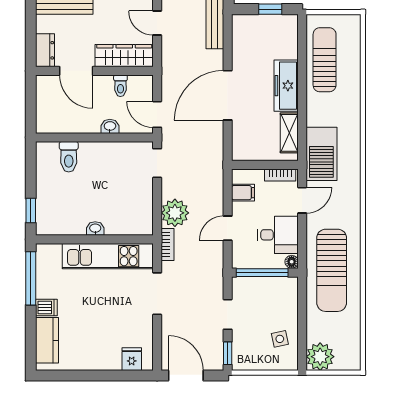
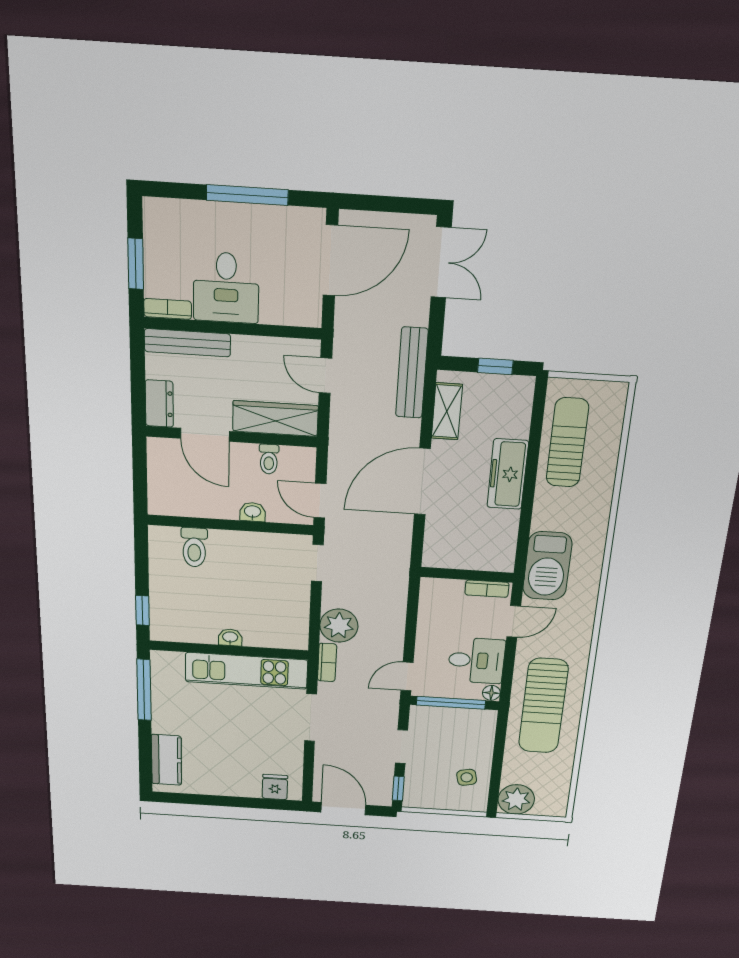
shelving: (289, 133) -> (447, 411), moved
filing cabinet: (243, 193) -> (434, 607), removed
door: (228, 228) -> (407, 676), moved
dishwasher: (46, 307) -> (165, 724), removed

